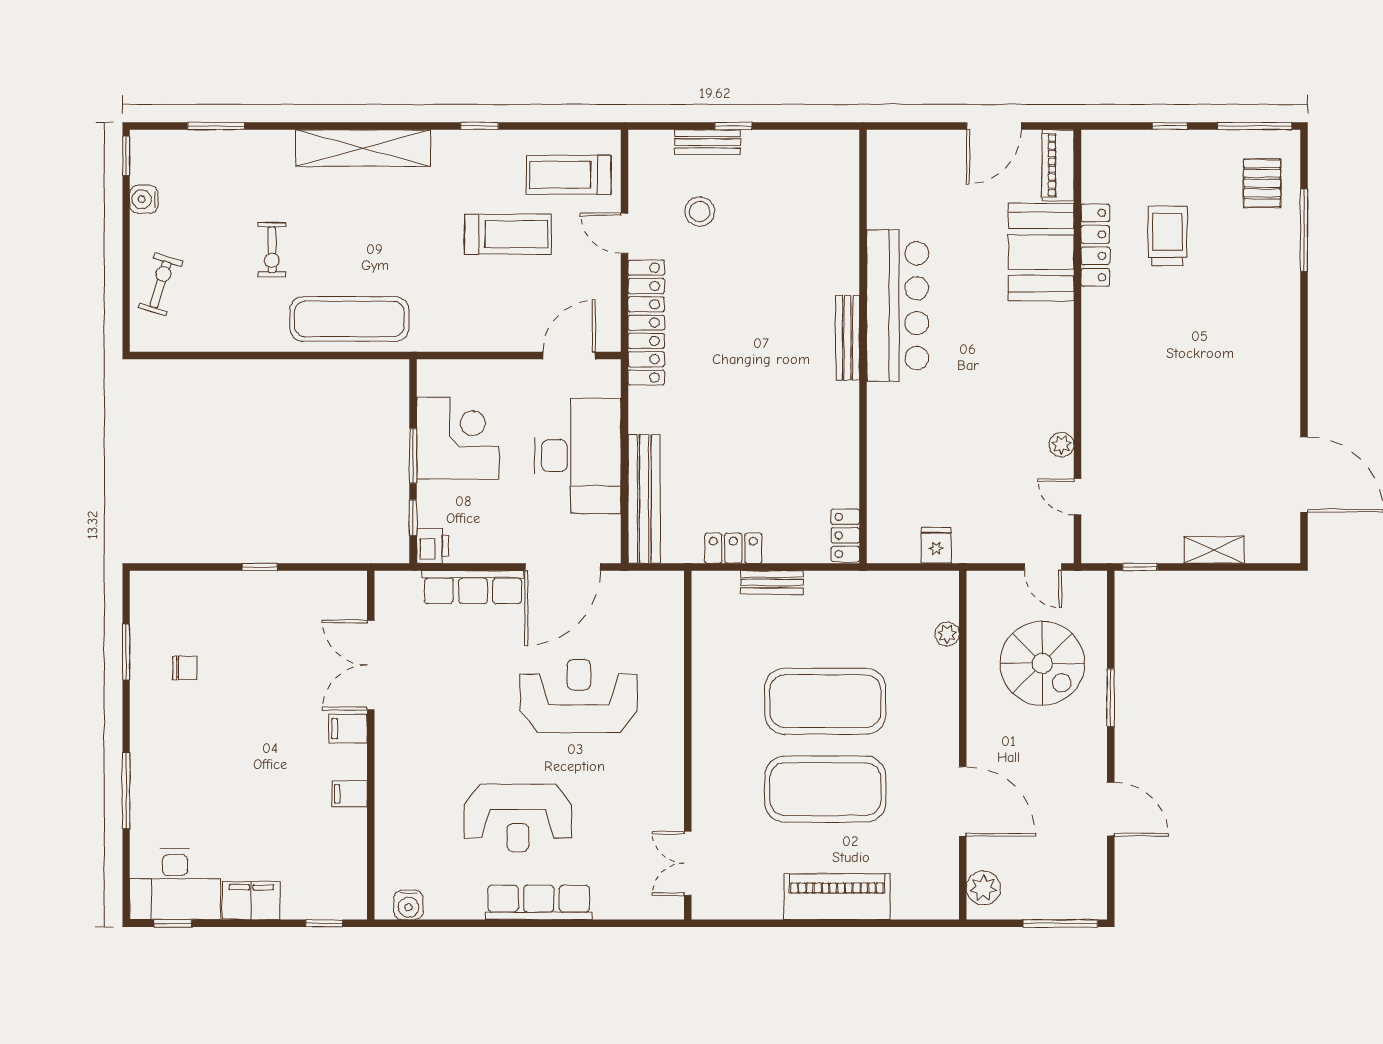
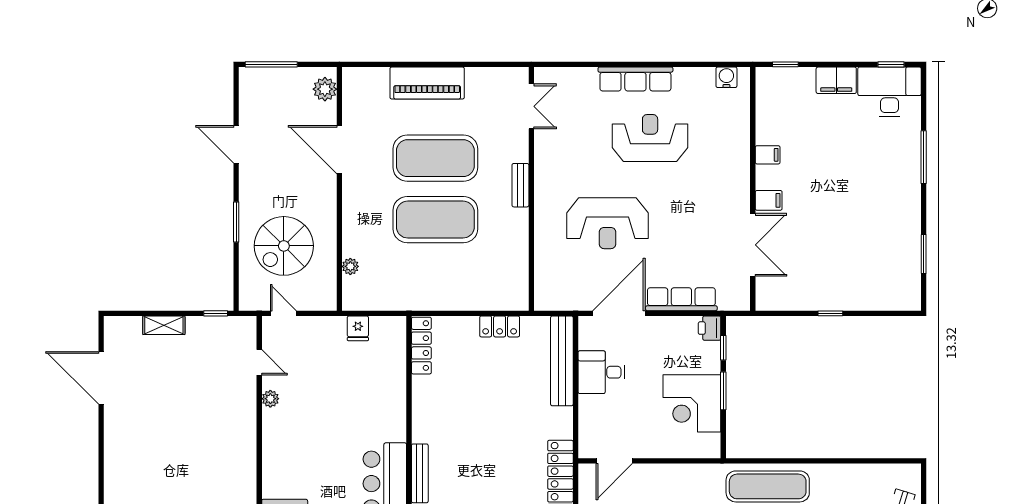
desk: (578, 456) -> (601, 372), width x0.53, depth x0.77
locker: (845, 535) -> (421, 346), width x1.53
bench: (772, 583) -> (520, 185), moved, turned 90
spiral stairs: (1042, 663) -> (284, 246), turned -90
chair: (185, 668) -> (883, 243), removed

